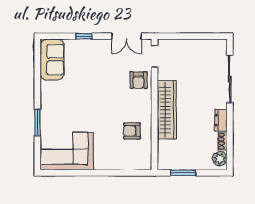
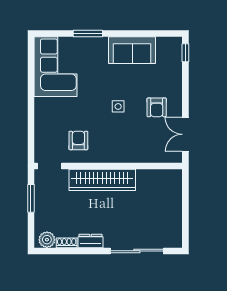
window: (84, 36) -> (185, 53), moved
doorway: (154, 56) -> (50, 166), moved
sofa: (52, 60) -> (132, 50), moved
armchair: (138, 80) -> (157, 107), moved, turned -90
side table: (102, 96) -> (118, 106), added

